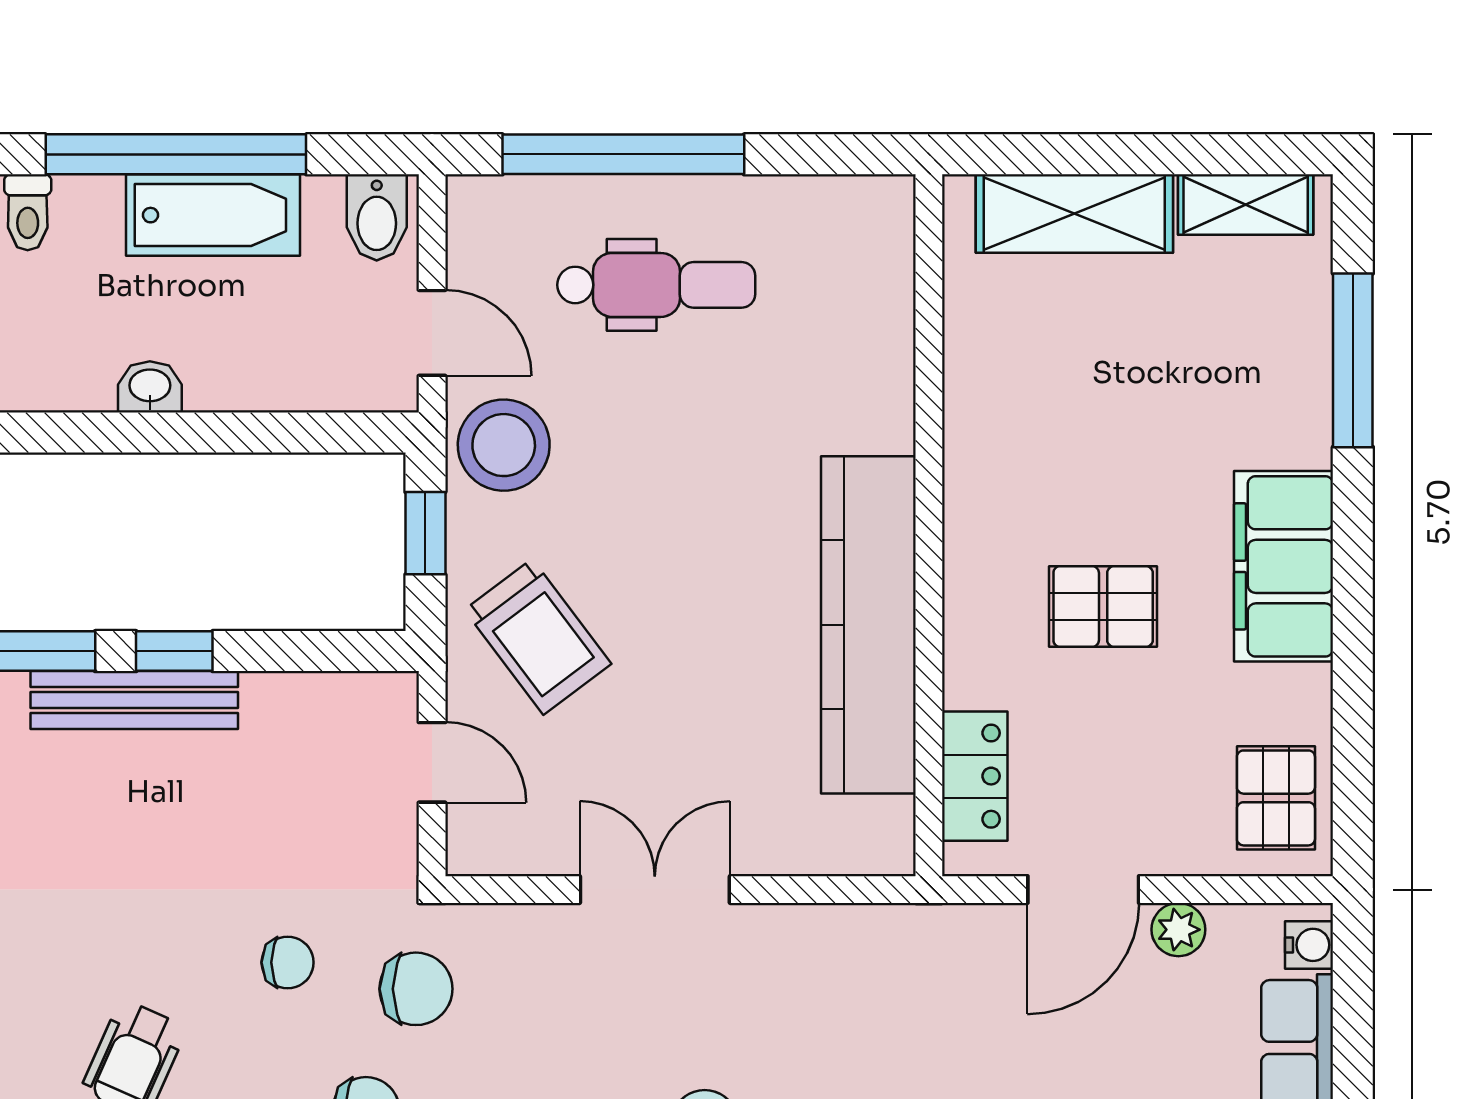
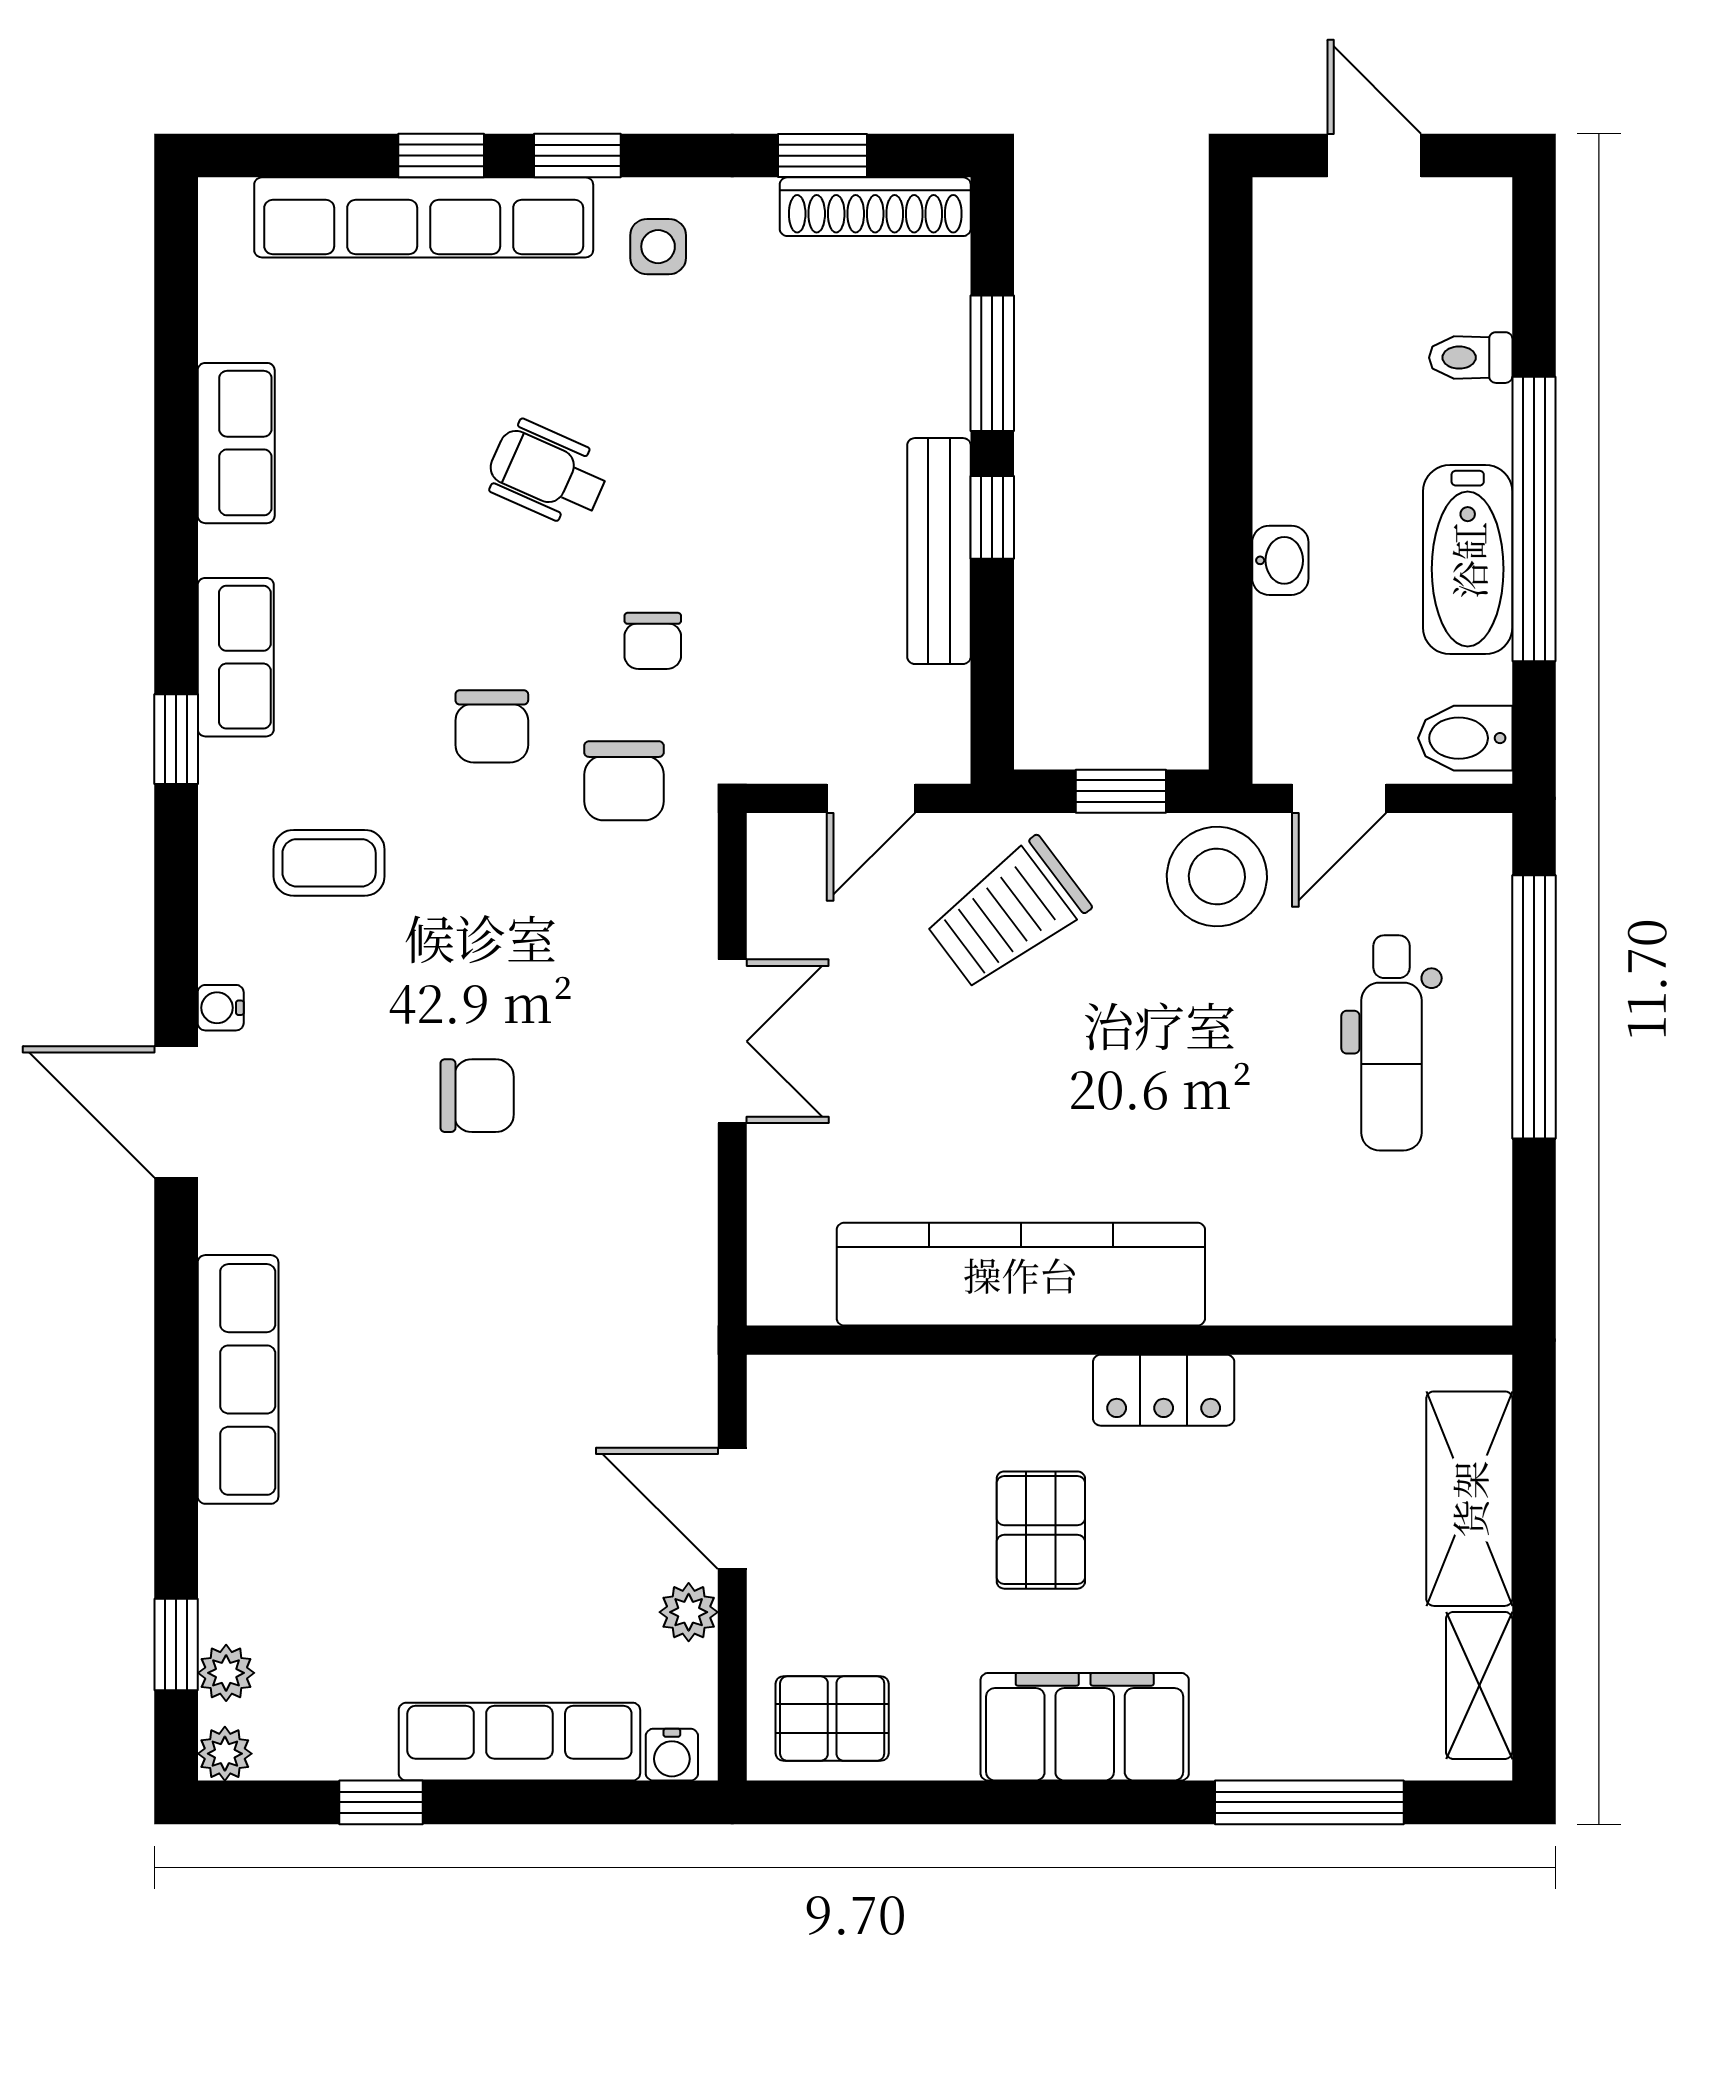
washbasin: (150, 387) -> (1280, 560), moved
bench: (134, 700) -> (939, 551), moved
locker: (975, 776) -> (1164, 1390), moved

